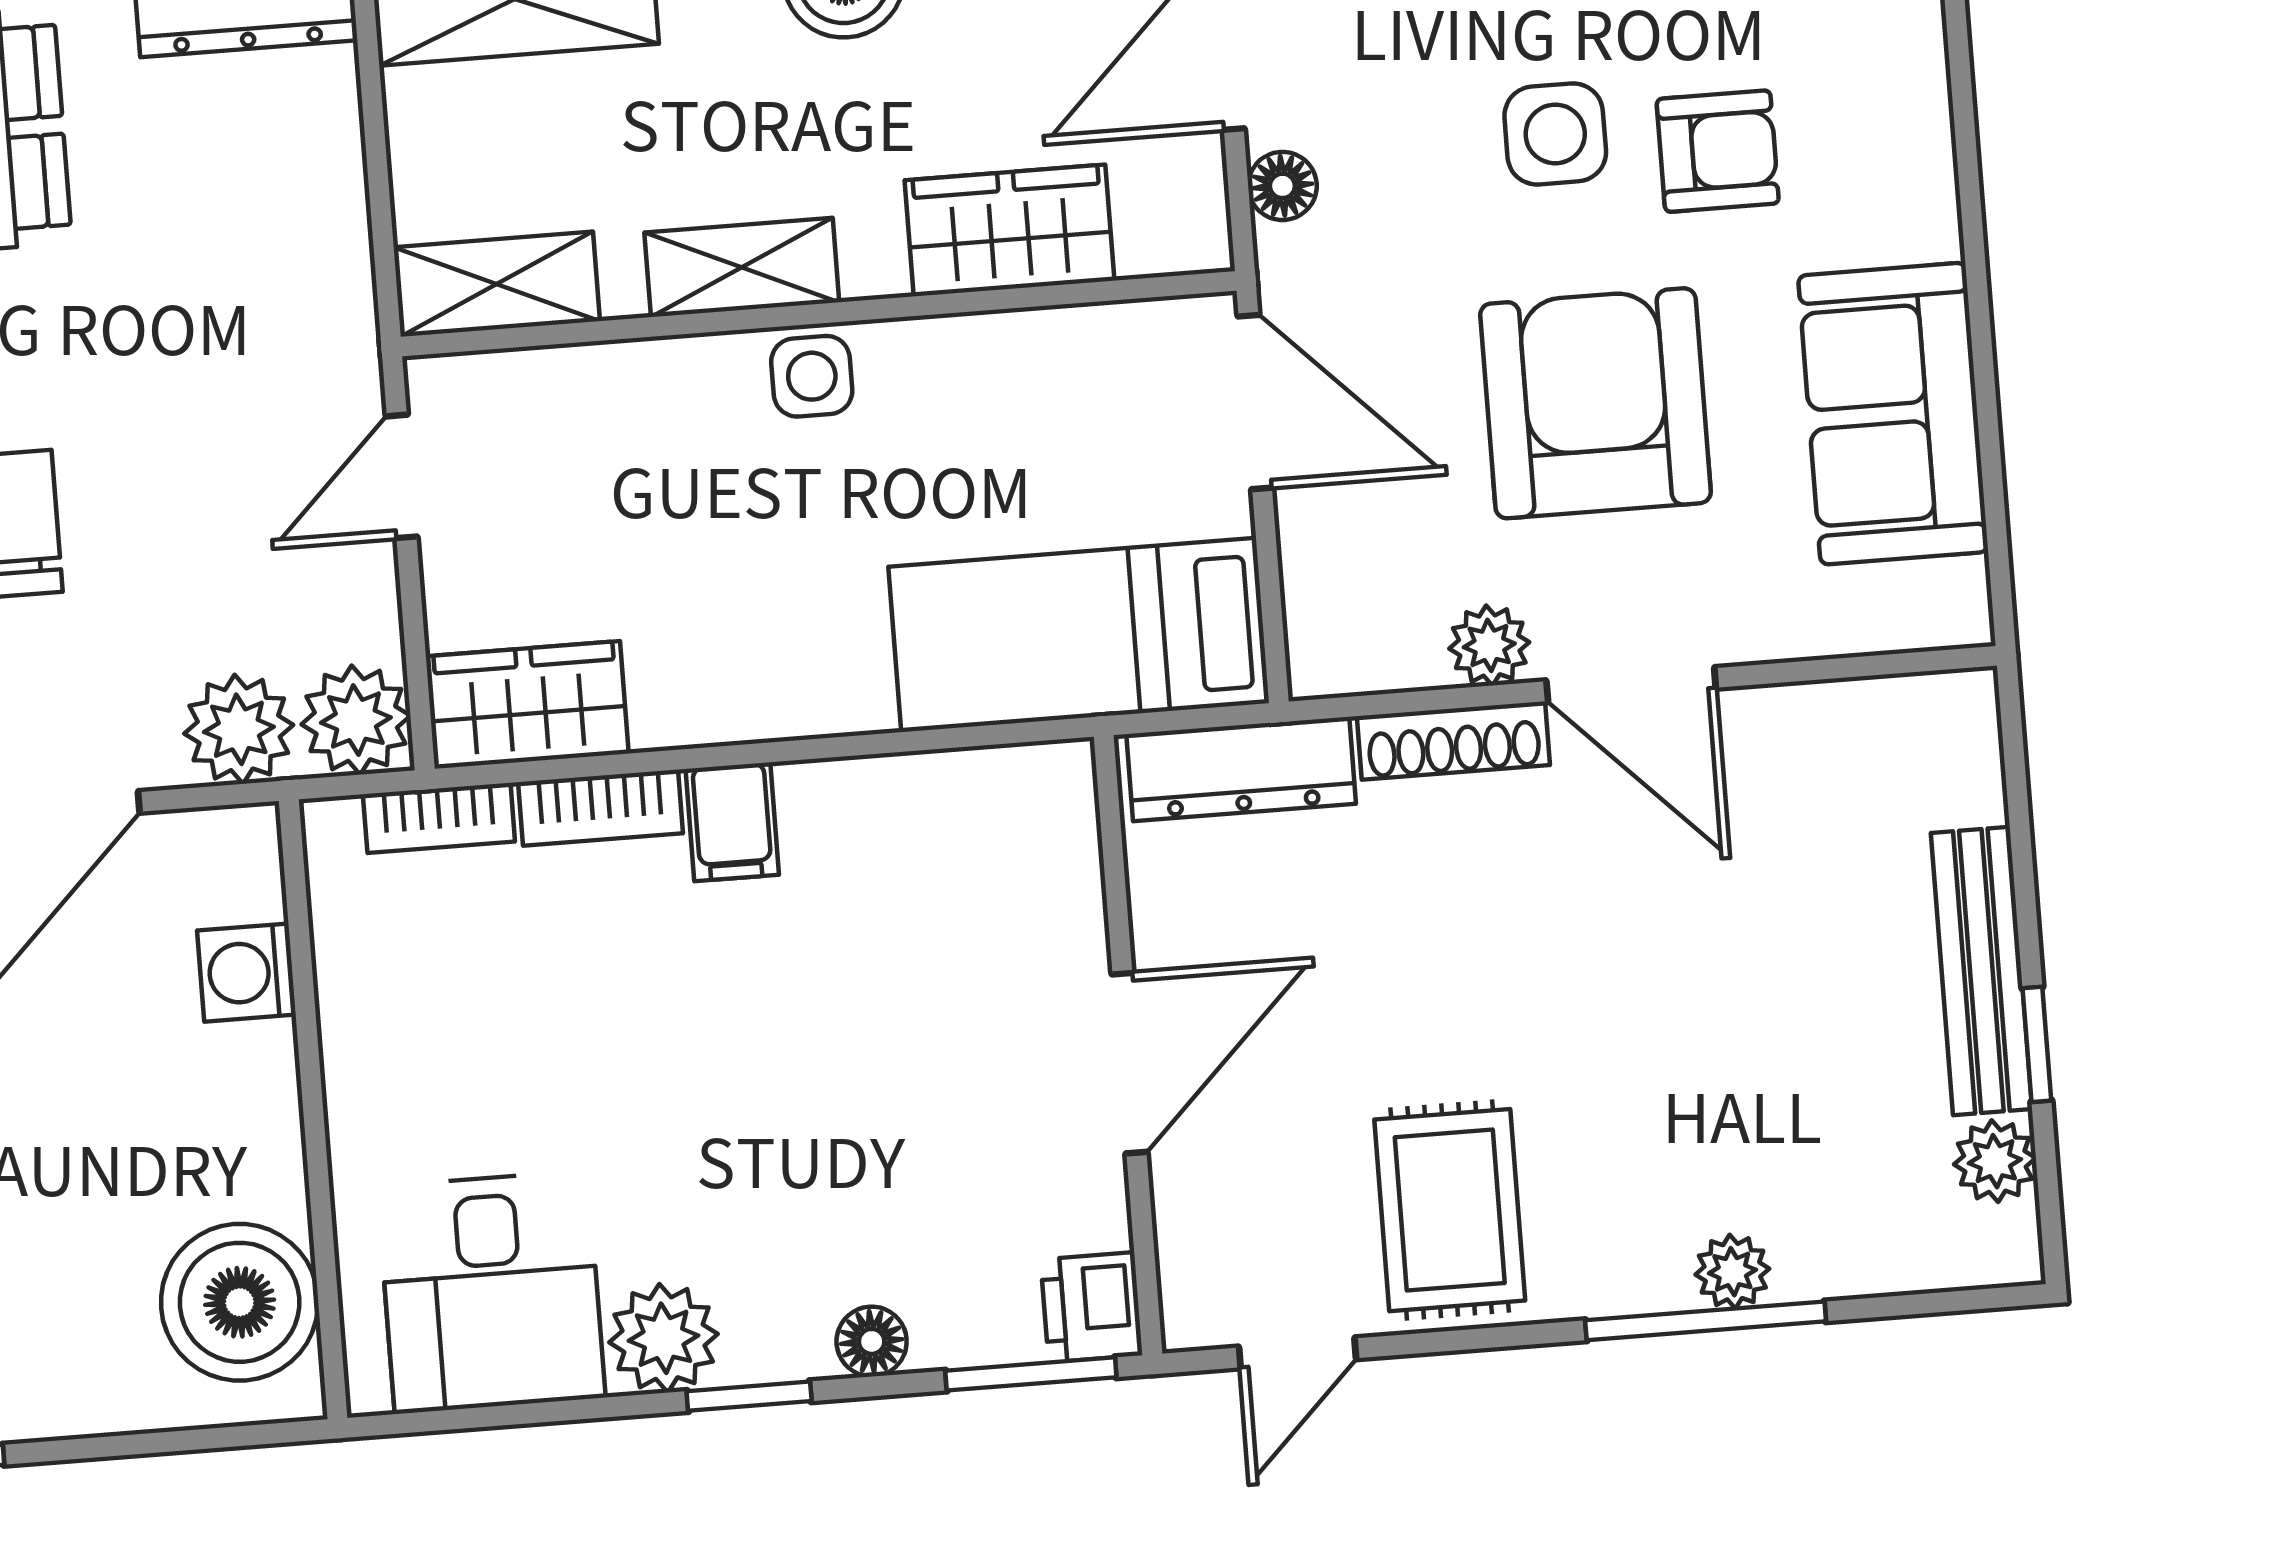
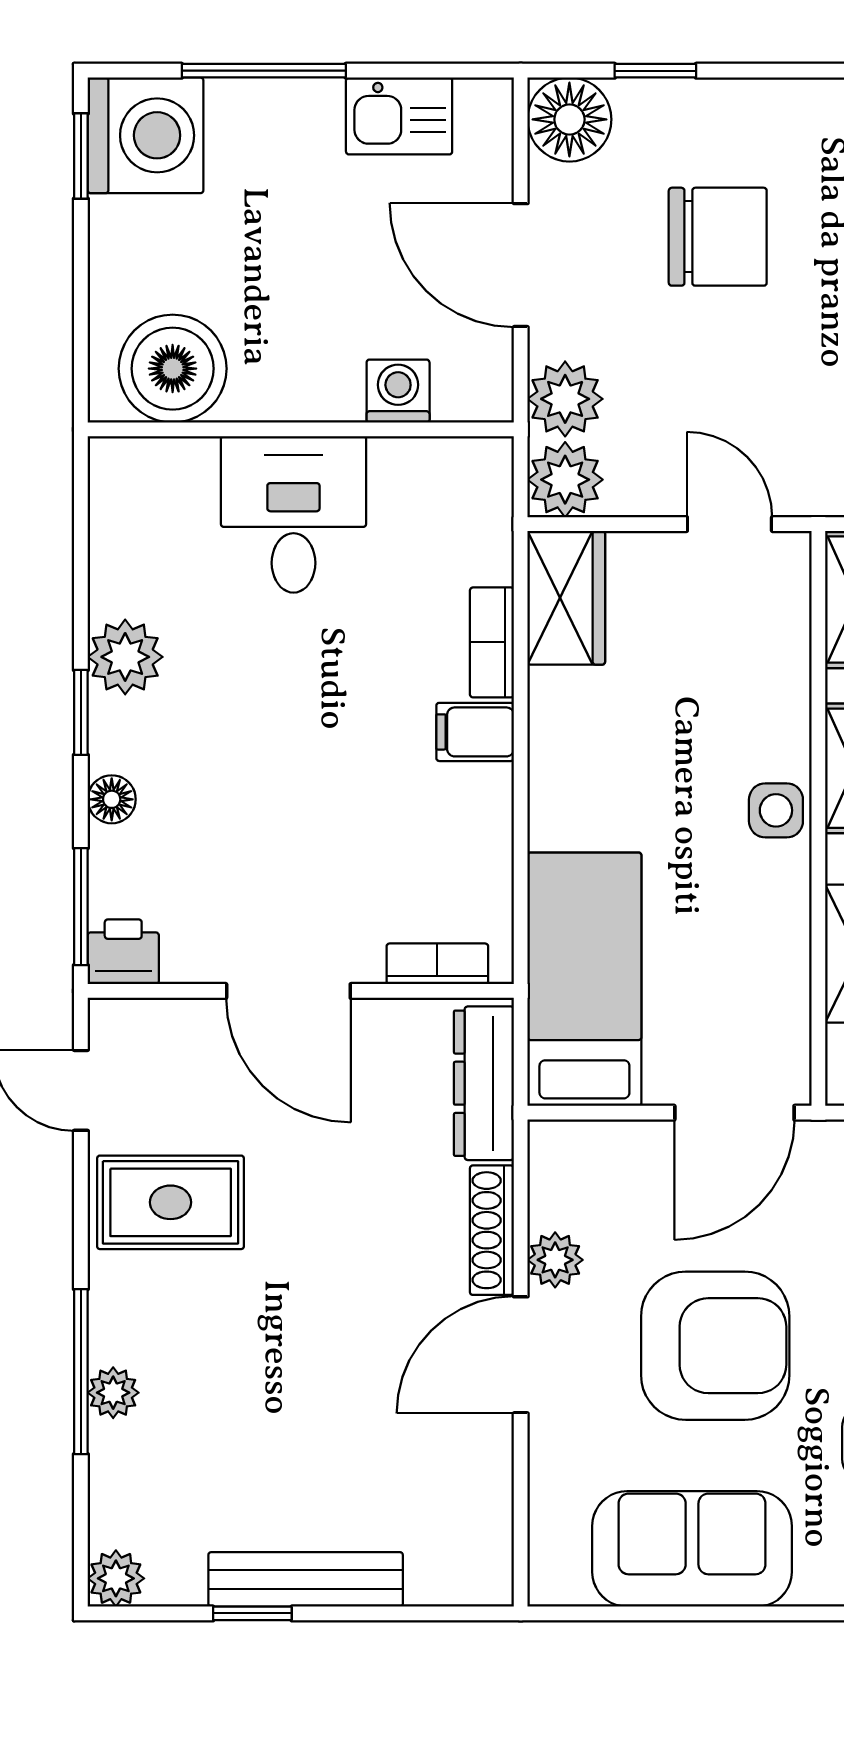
bookcase: (439, 818) -> (437, 964), moved, turned 90
plant: (1995, 1161) -> (116, 1578), moved
desk: (491, 1292) -> (293, 514), moved, turned 90

